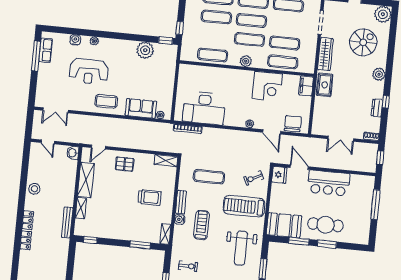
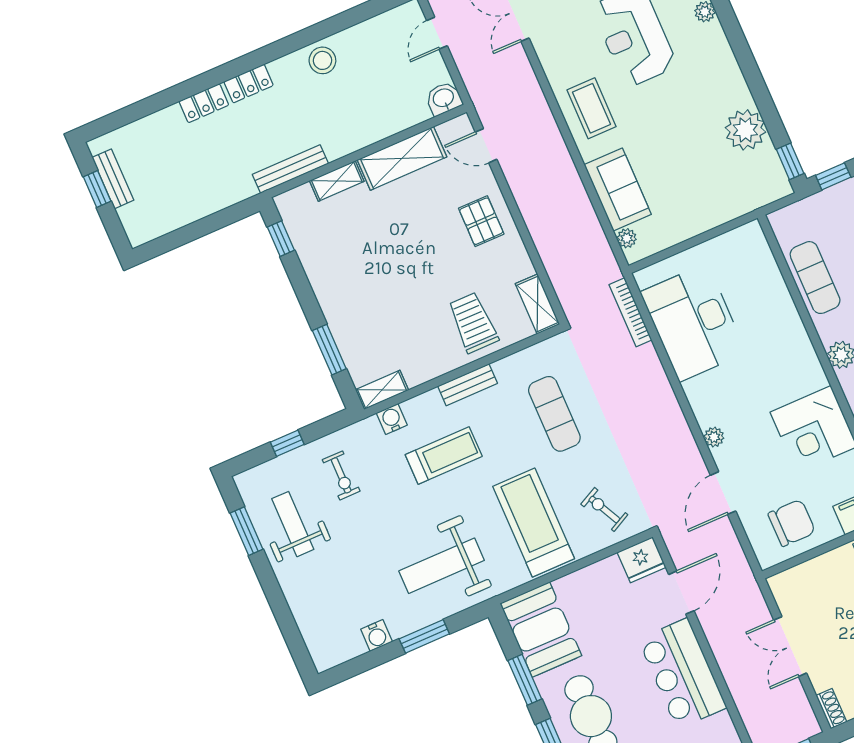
chair: (293, 124) -> (792, 523), moved
trolley: (150, 197) -> (473, 323), moved, turned 180
water cooler: (180, 219) -> (392, 419), moved

